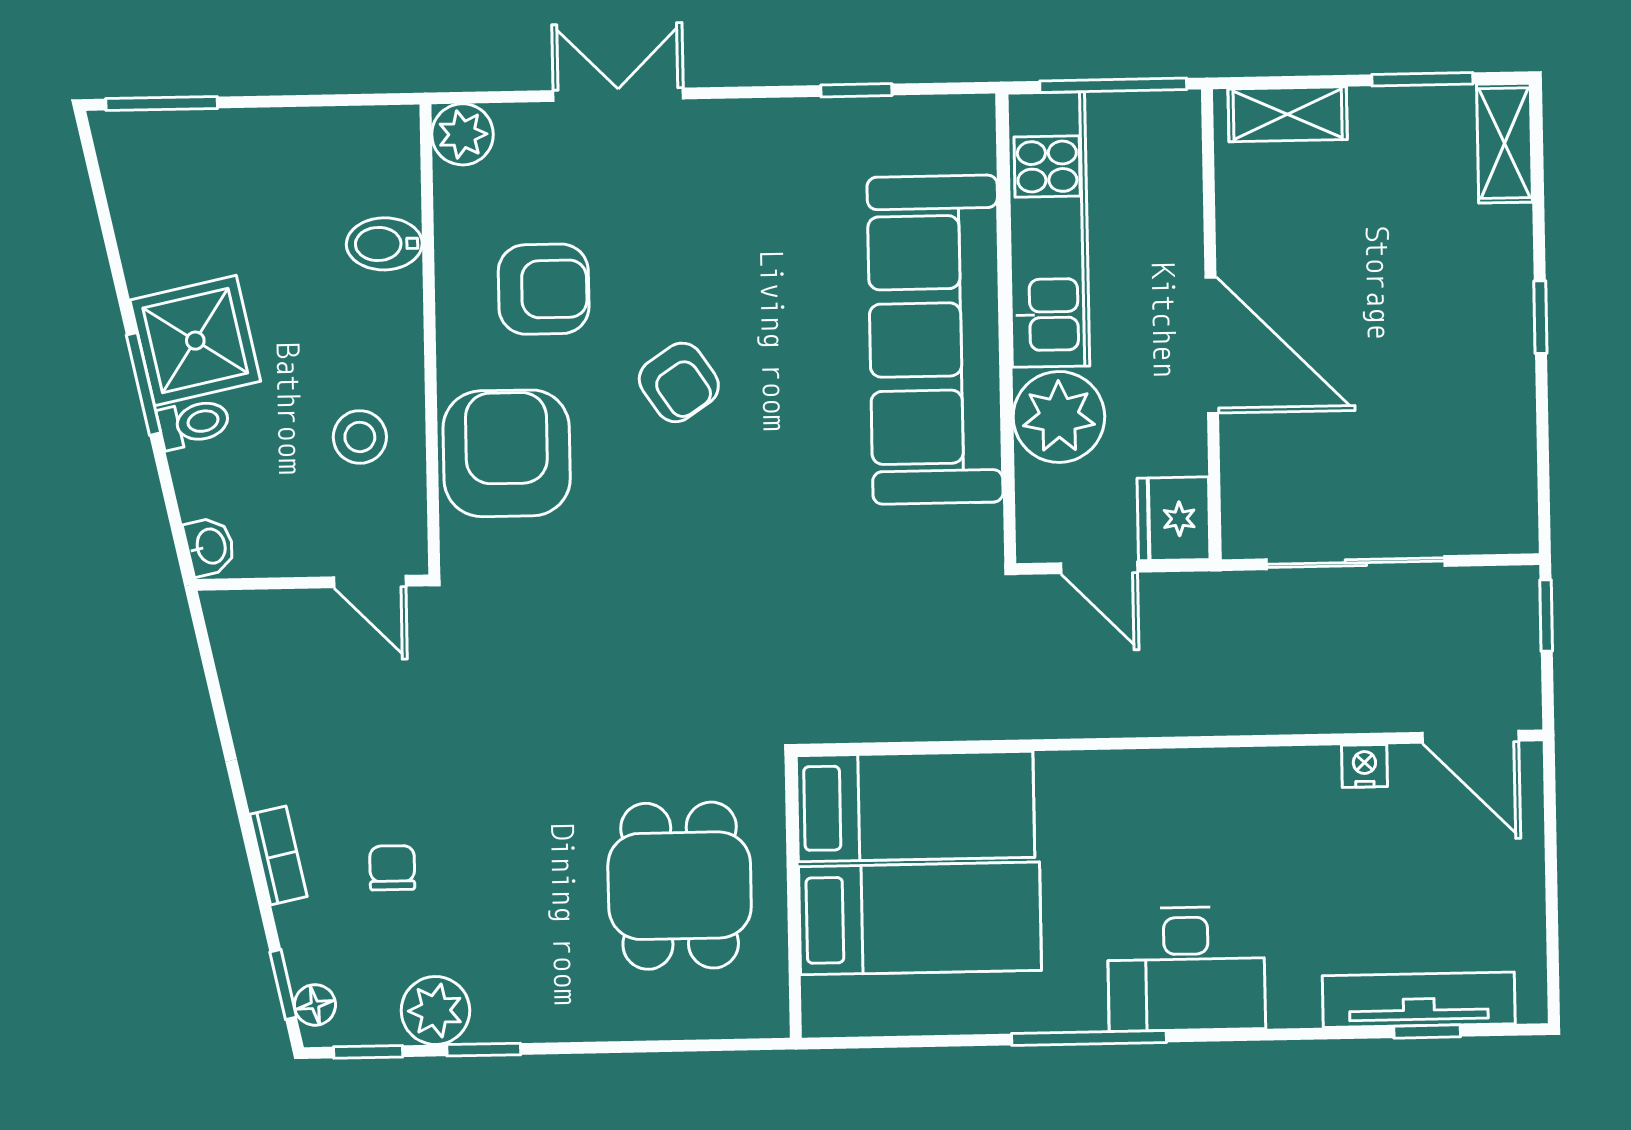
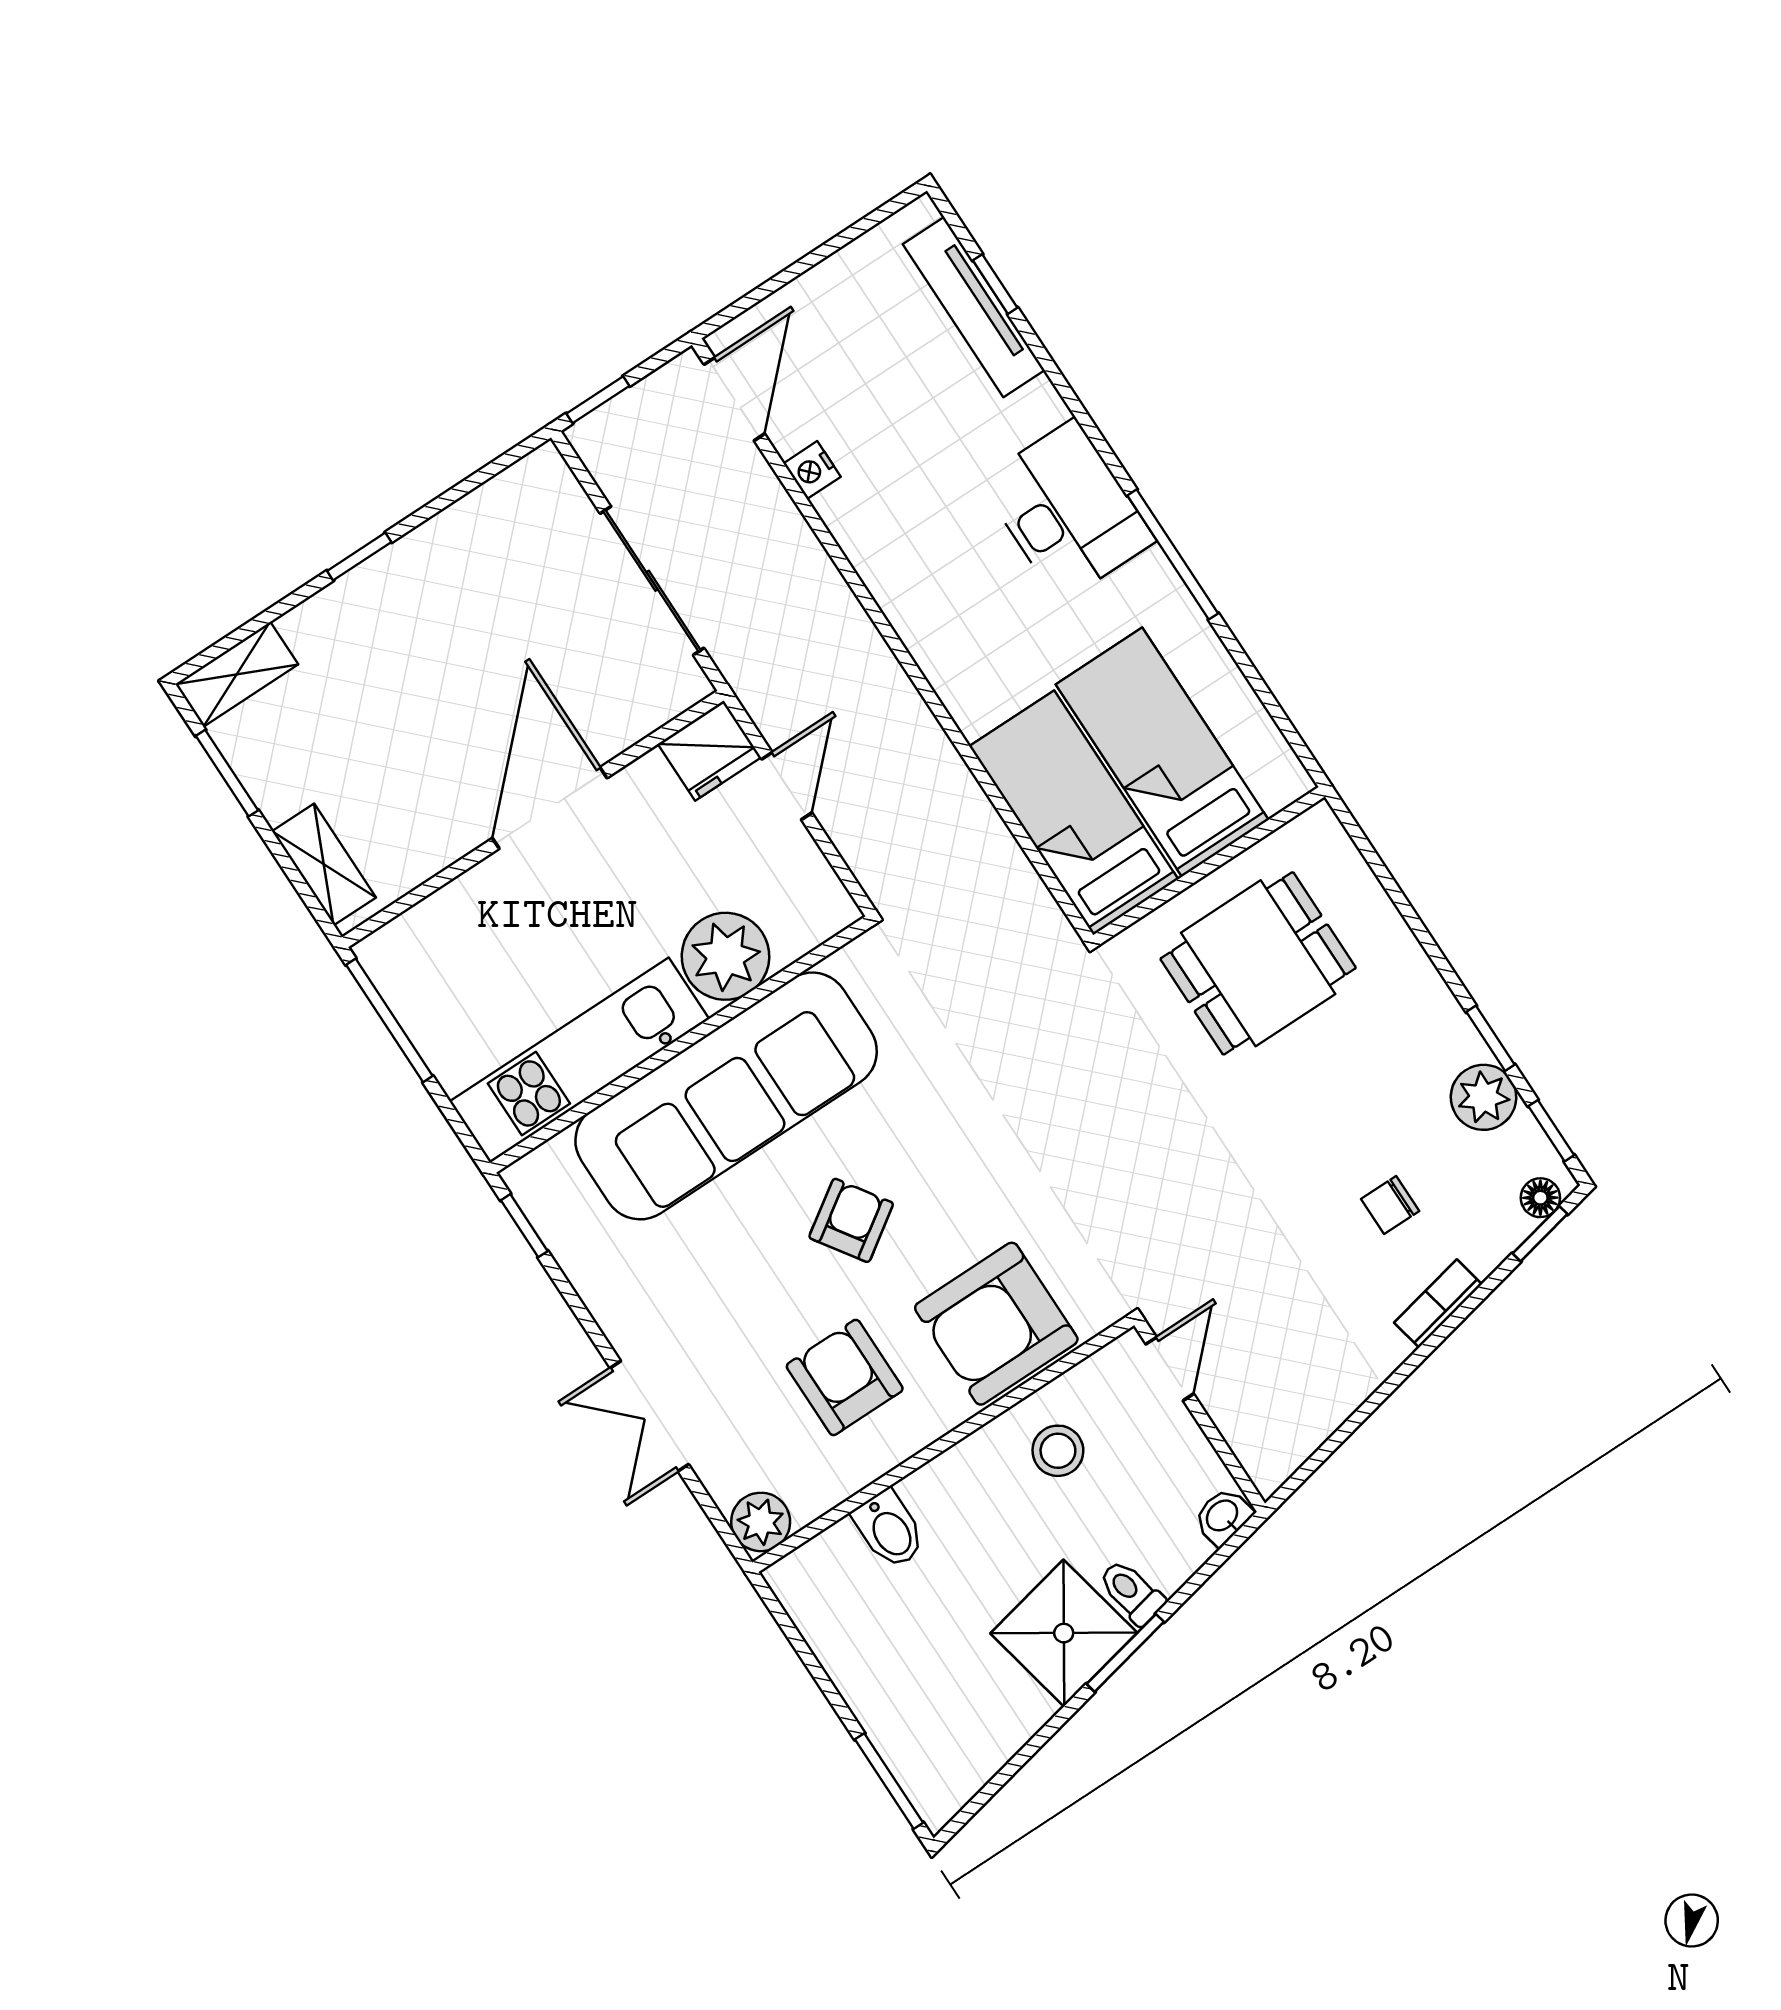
kitchen unit: (1048, 230) -> (579, 1060), moved
wall: (1006, 328) -> (681, 1045), moved
sofa: (935, 340) -> (726, 1096), moved
plant: (1059, 417) -> (726, 956), moved

